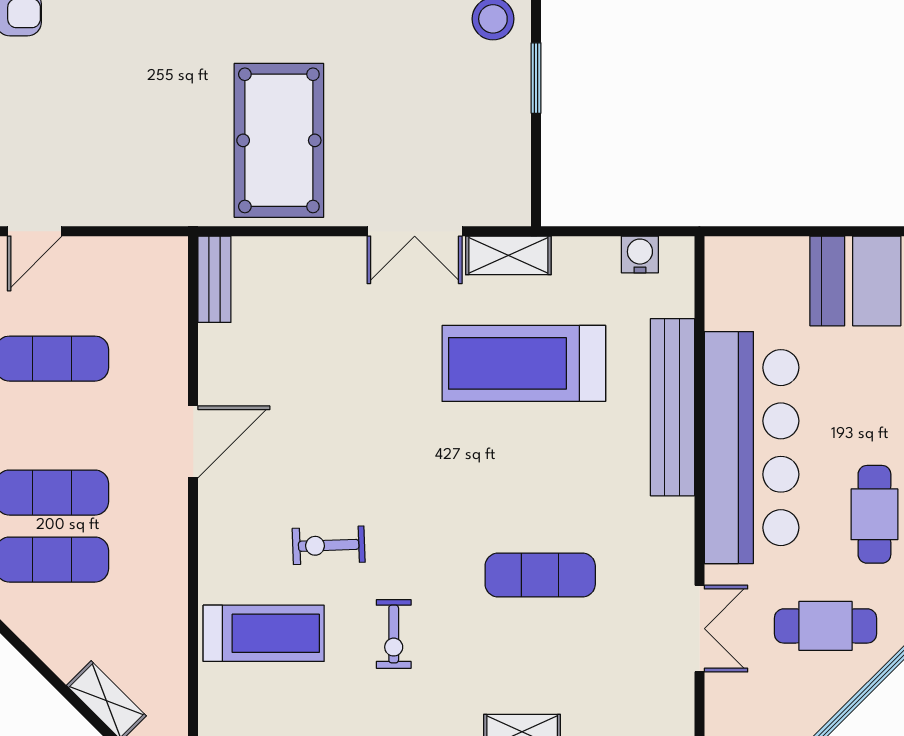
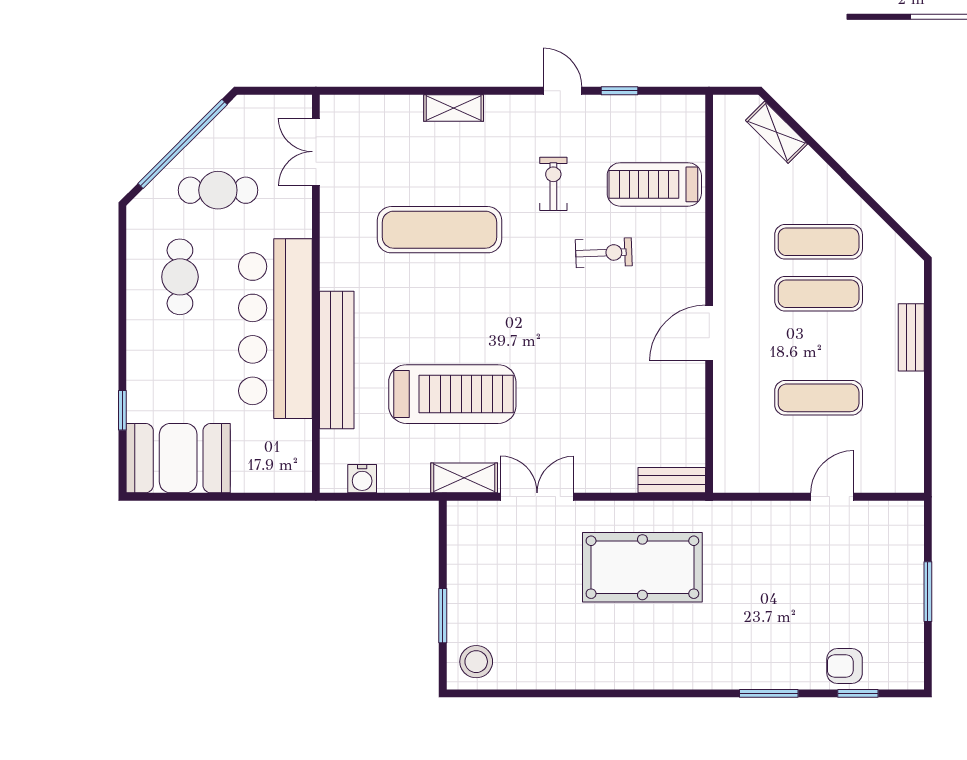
pool table: (279, 140) -> (642, 567), turned 90
bench: (214, 279) -> (672, 480), moved, turned 90
exercise mat: (540, 575) -> (440, 230), width x1.36, depth x1.45
double door: (699, 629) -> (316, 152), moved

